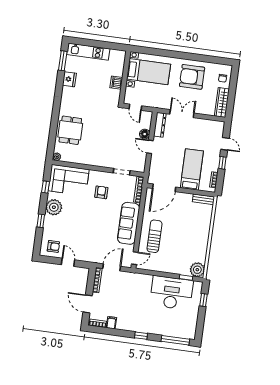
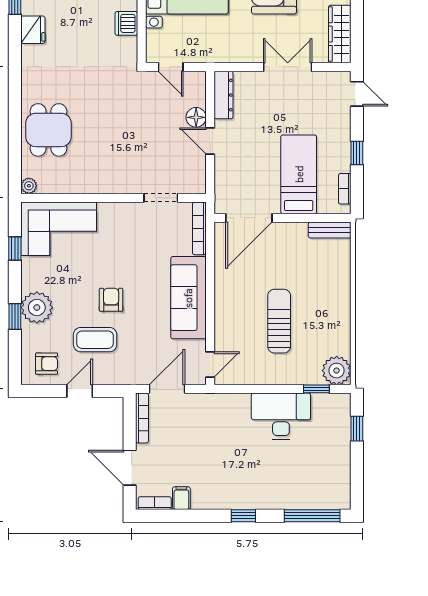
double door: (182, 114) -> (288, 67), moved
door: (225, 144) -> (357, 94), moved
armchair: (101, 192) -> (111, 300), moved
plant: (54, 207) -> (37, 308), moved
sun lounger: (154, 236) -> (279, 321), moved
coffee table: (79, 238) -> (95, 340), added
door: (68, 262) -> (80, 391), hinge flipped
desk: (171, 293) -> (281, 416), width x0.73, depth x0.77

